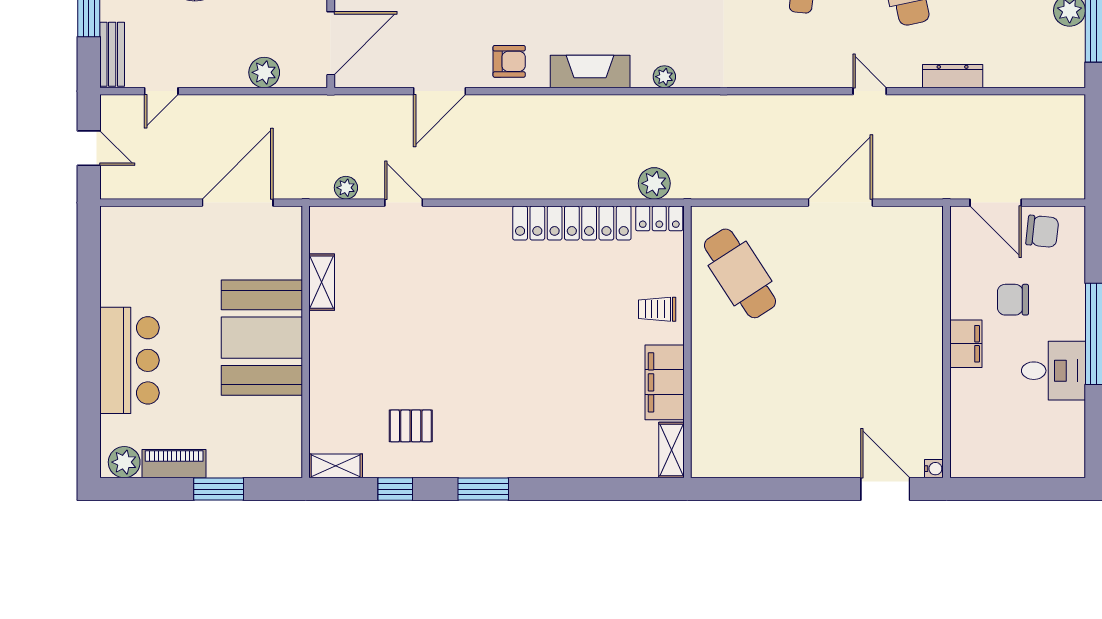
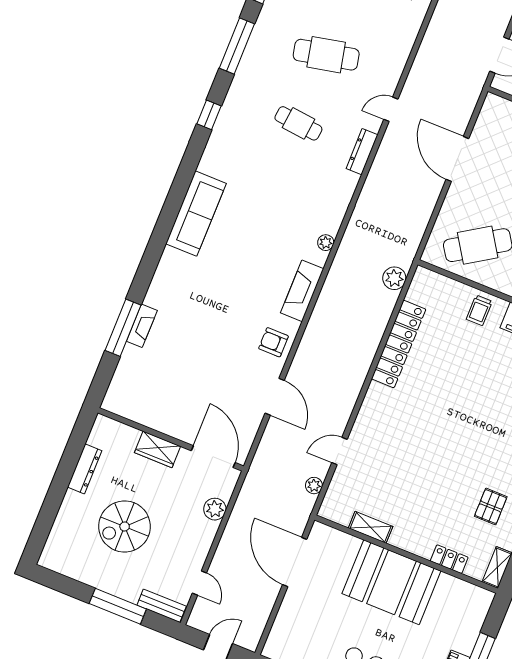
armchair: (509, 61) -> (274, 342), turned -90
dresser: (953, 76) -> (362, 152), moved
locker: (659, 218) -> (449, 559), moved, turned -90

